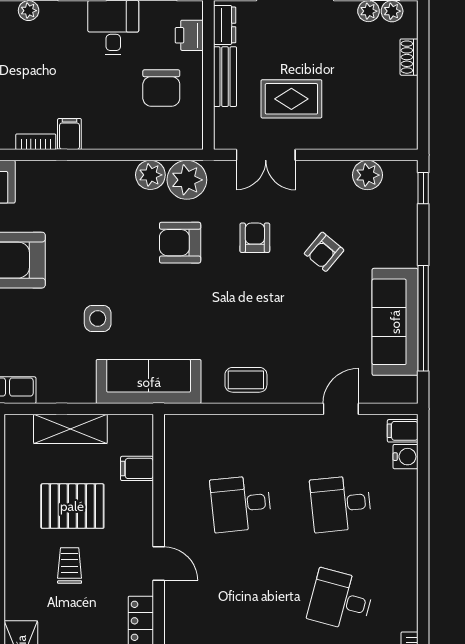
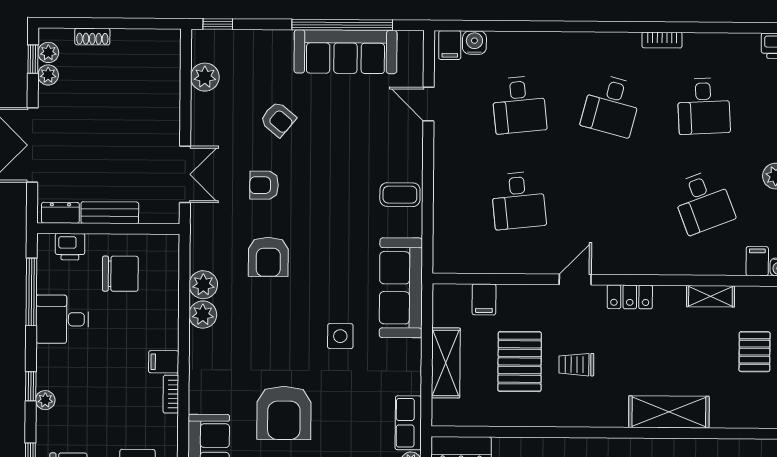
rug: (291, 99) -> (131, 149), removed
plant: (187, 180) -> (203, 315), moved, width x0.73, depth x0.73
coffee table: (246, 380) -> (400, 195), turned 90

